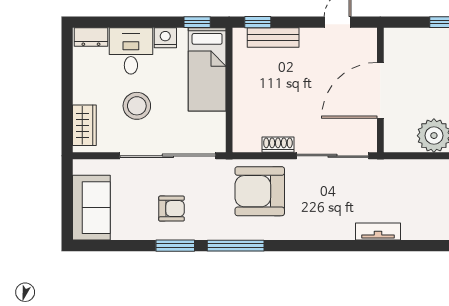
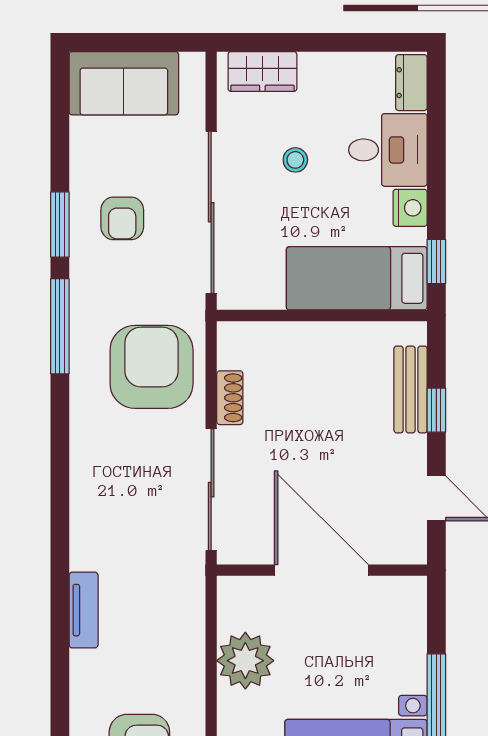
window: (258, 22) -> (436, 410), moved
stool: (137, 106) -> (295, 160), width x0.53, depth x0.53
tv unit: (378, 232) -> (84, 610), moved

